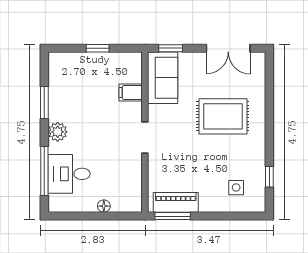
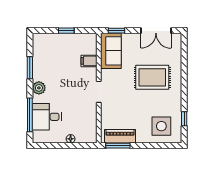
side table: (236, 188) -> (161, 126), width x1.87, depth x1.87

